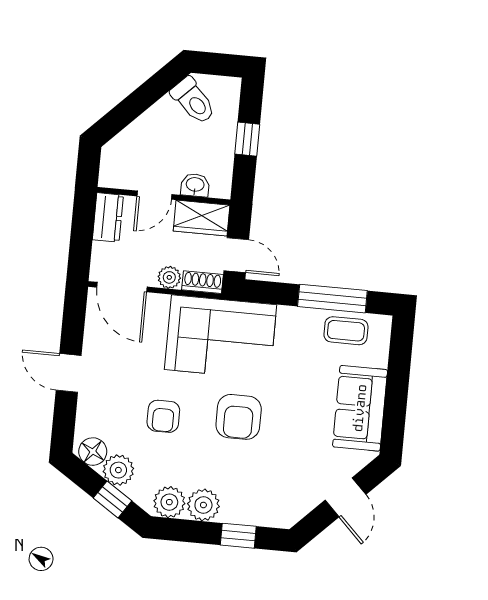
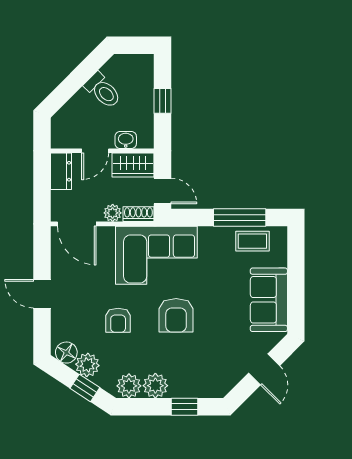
toilet: (193, 101) -> (103, 91), moved

